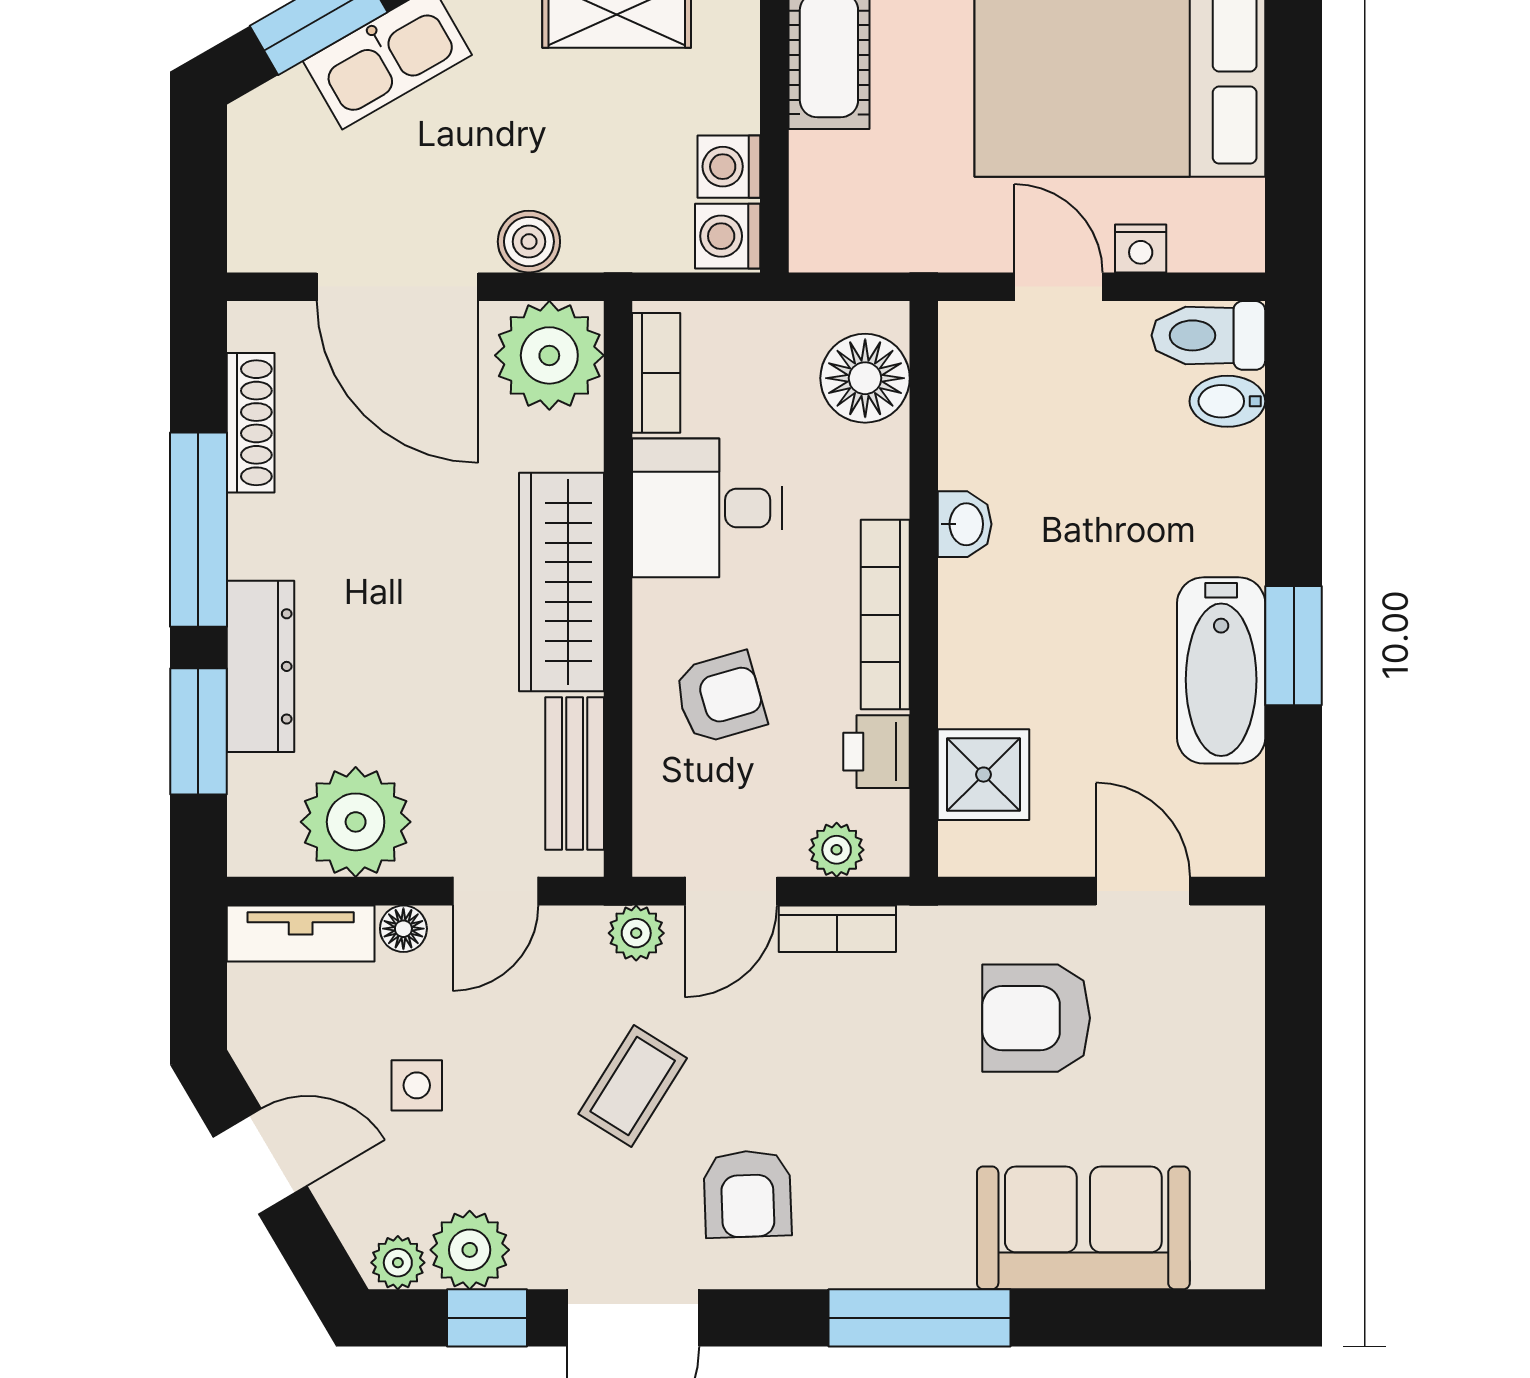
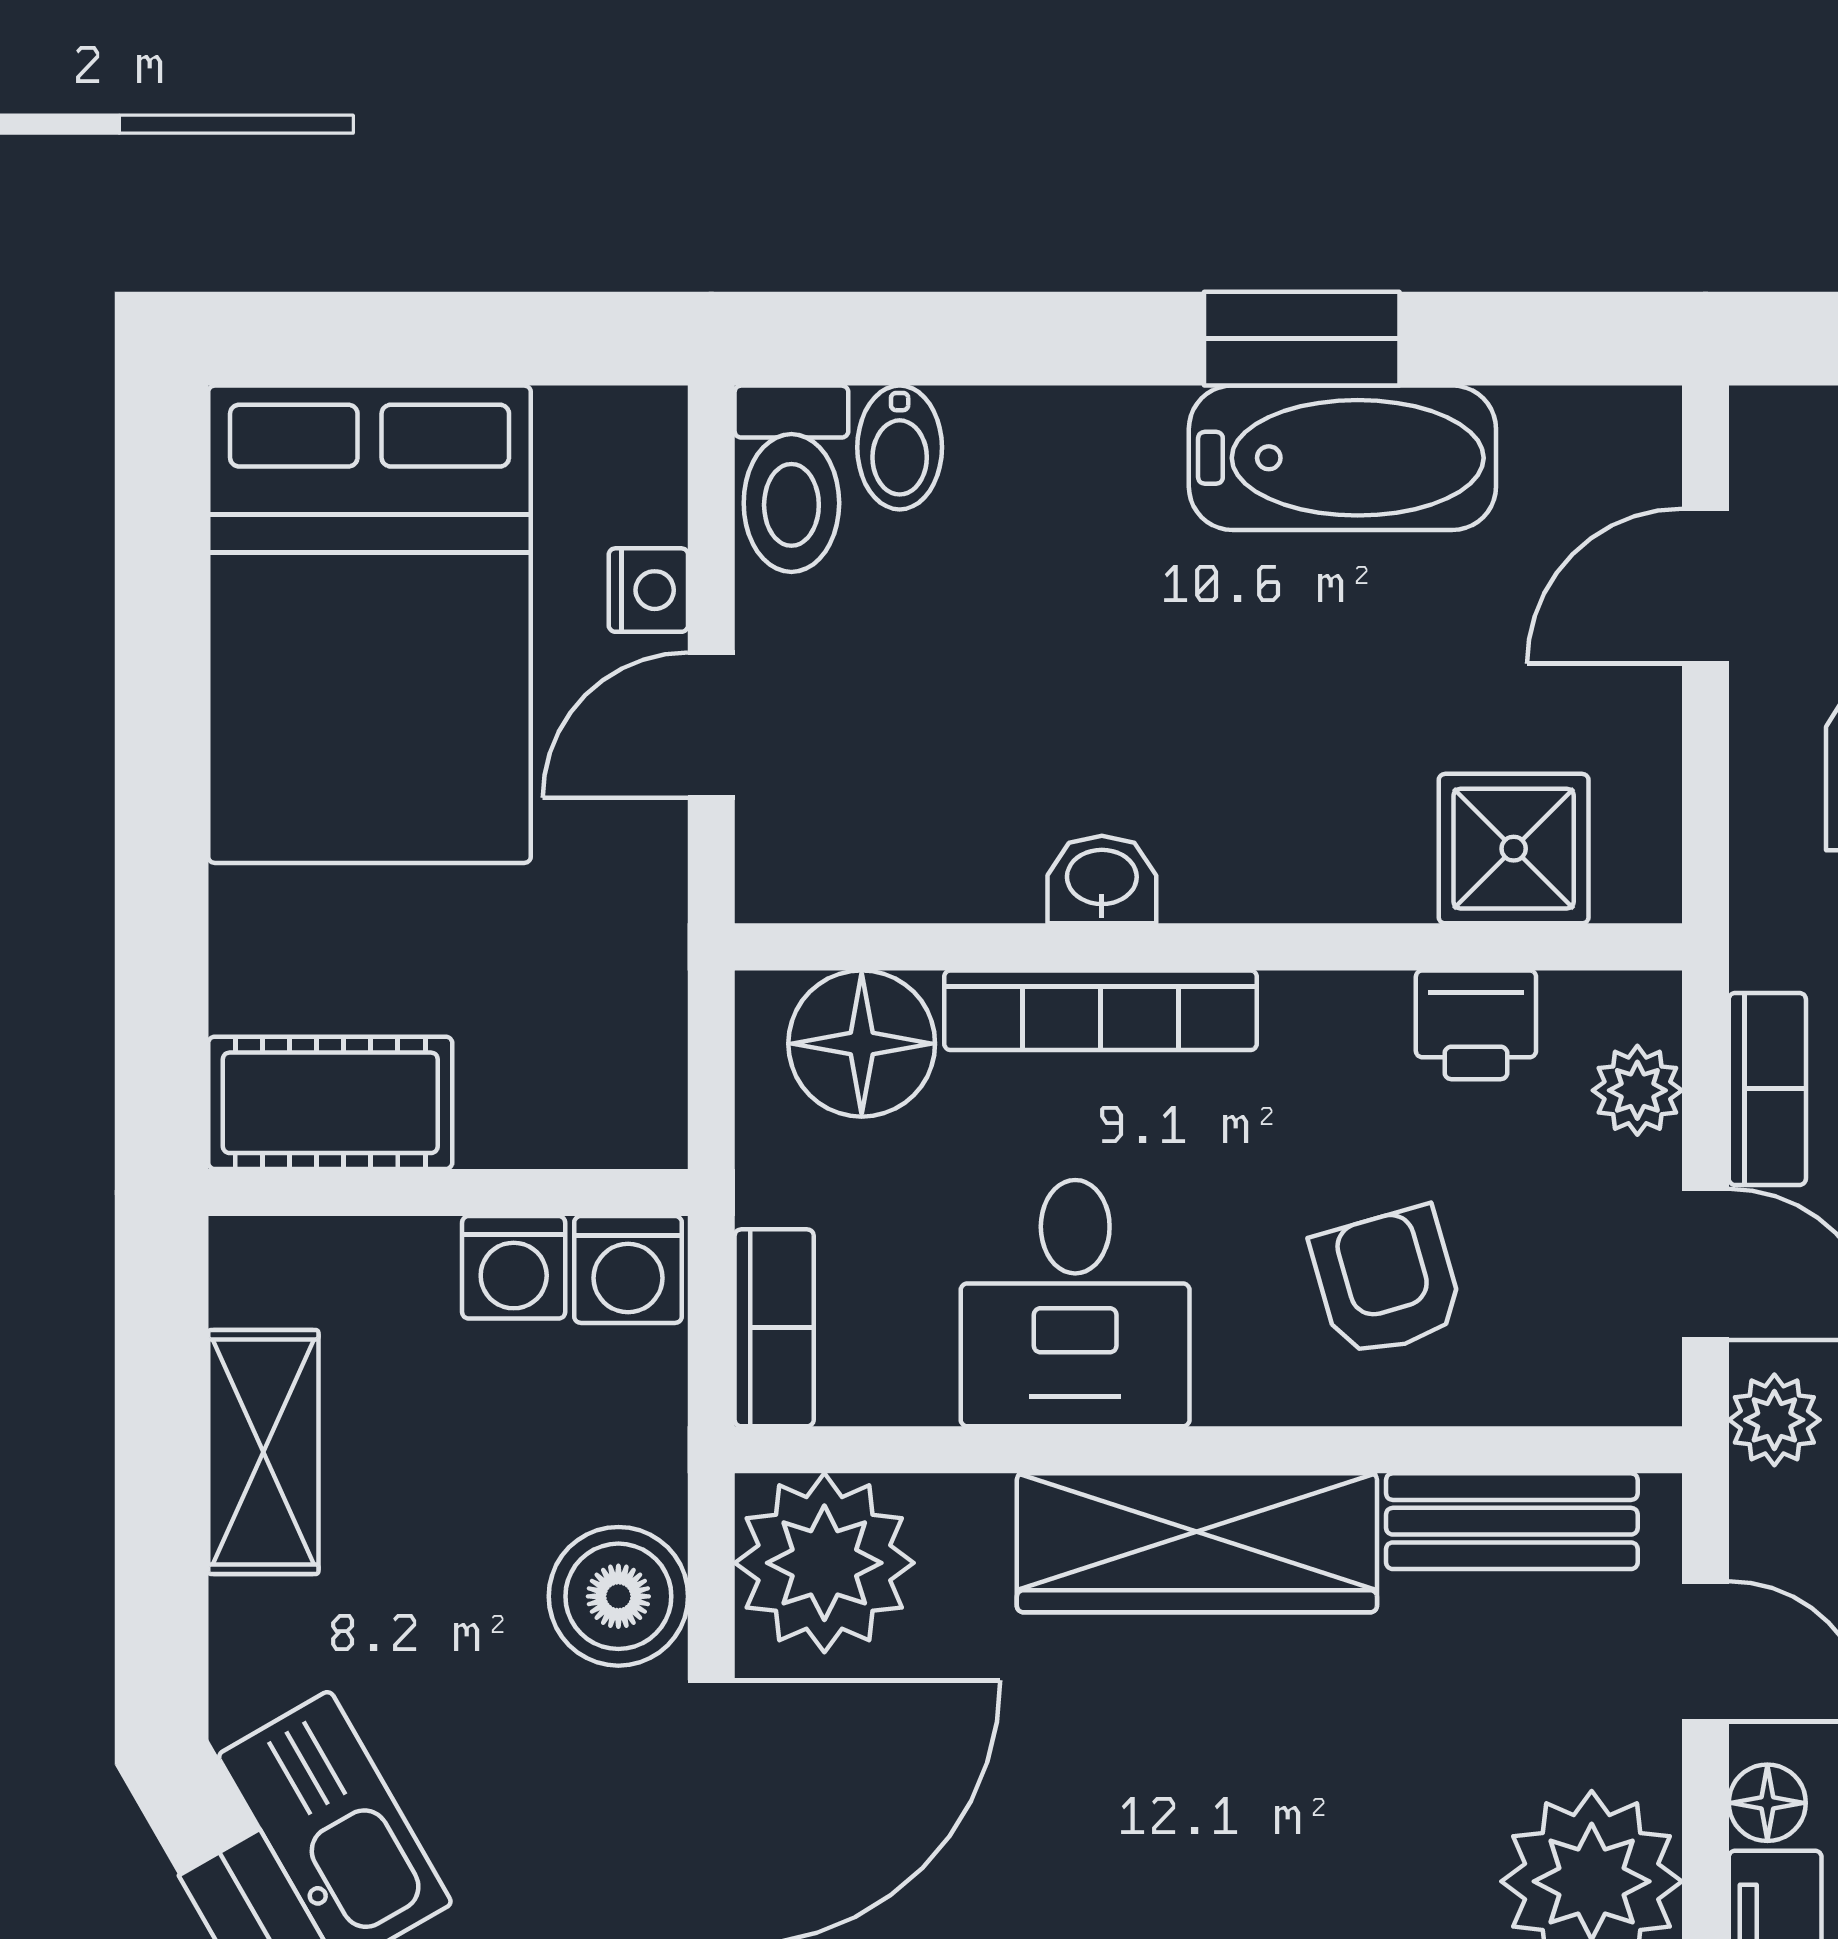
boiler: (529, 242) -> (618, 1596), width x1.36, depth x1.36
bookcase: (656, 373) -> (774, 1328), moved, turned 90
bookcase: (885, 615) -> (1101, 1010), moved

